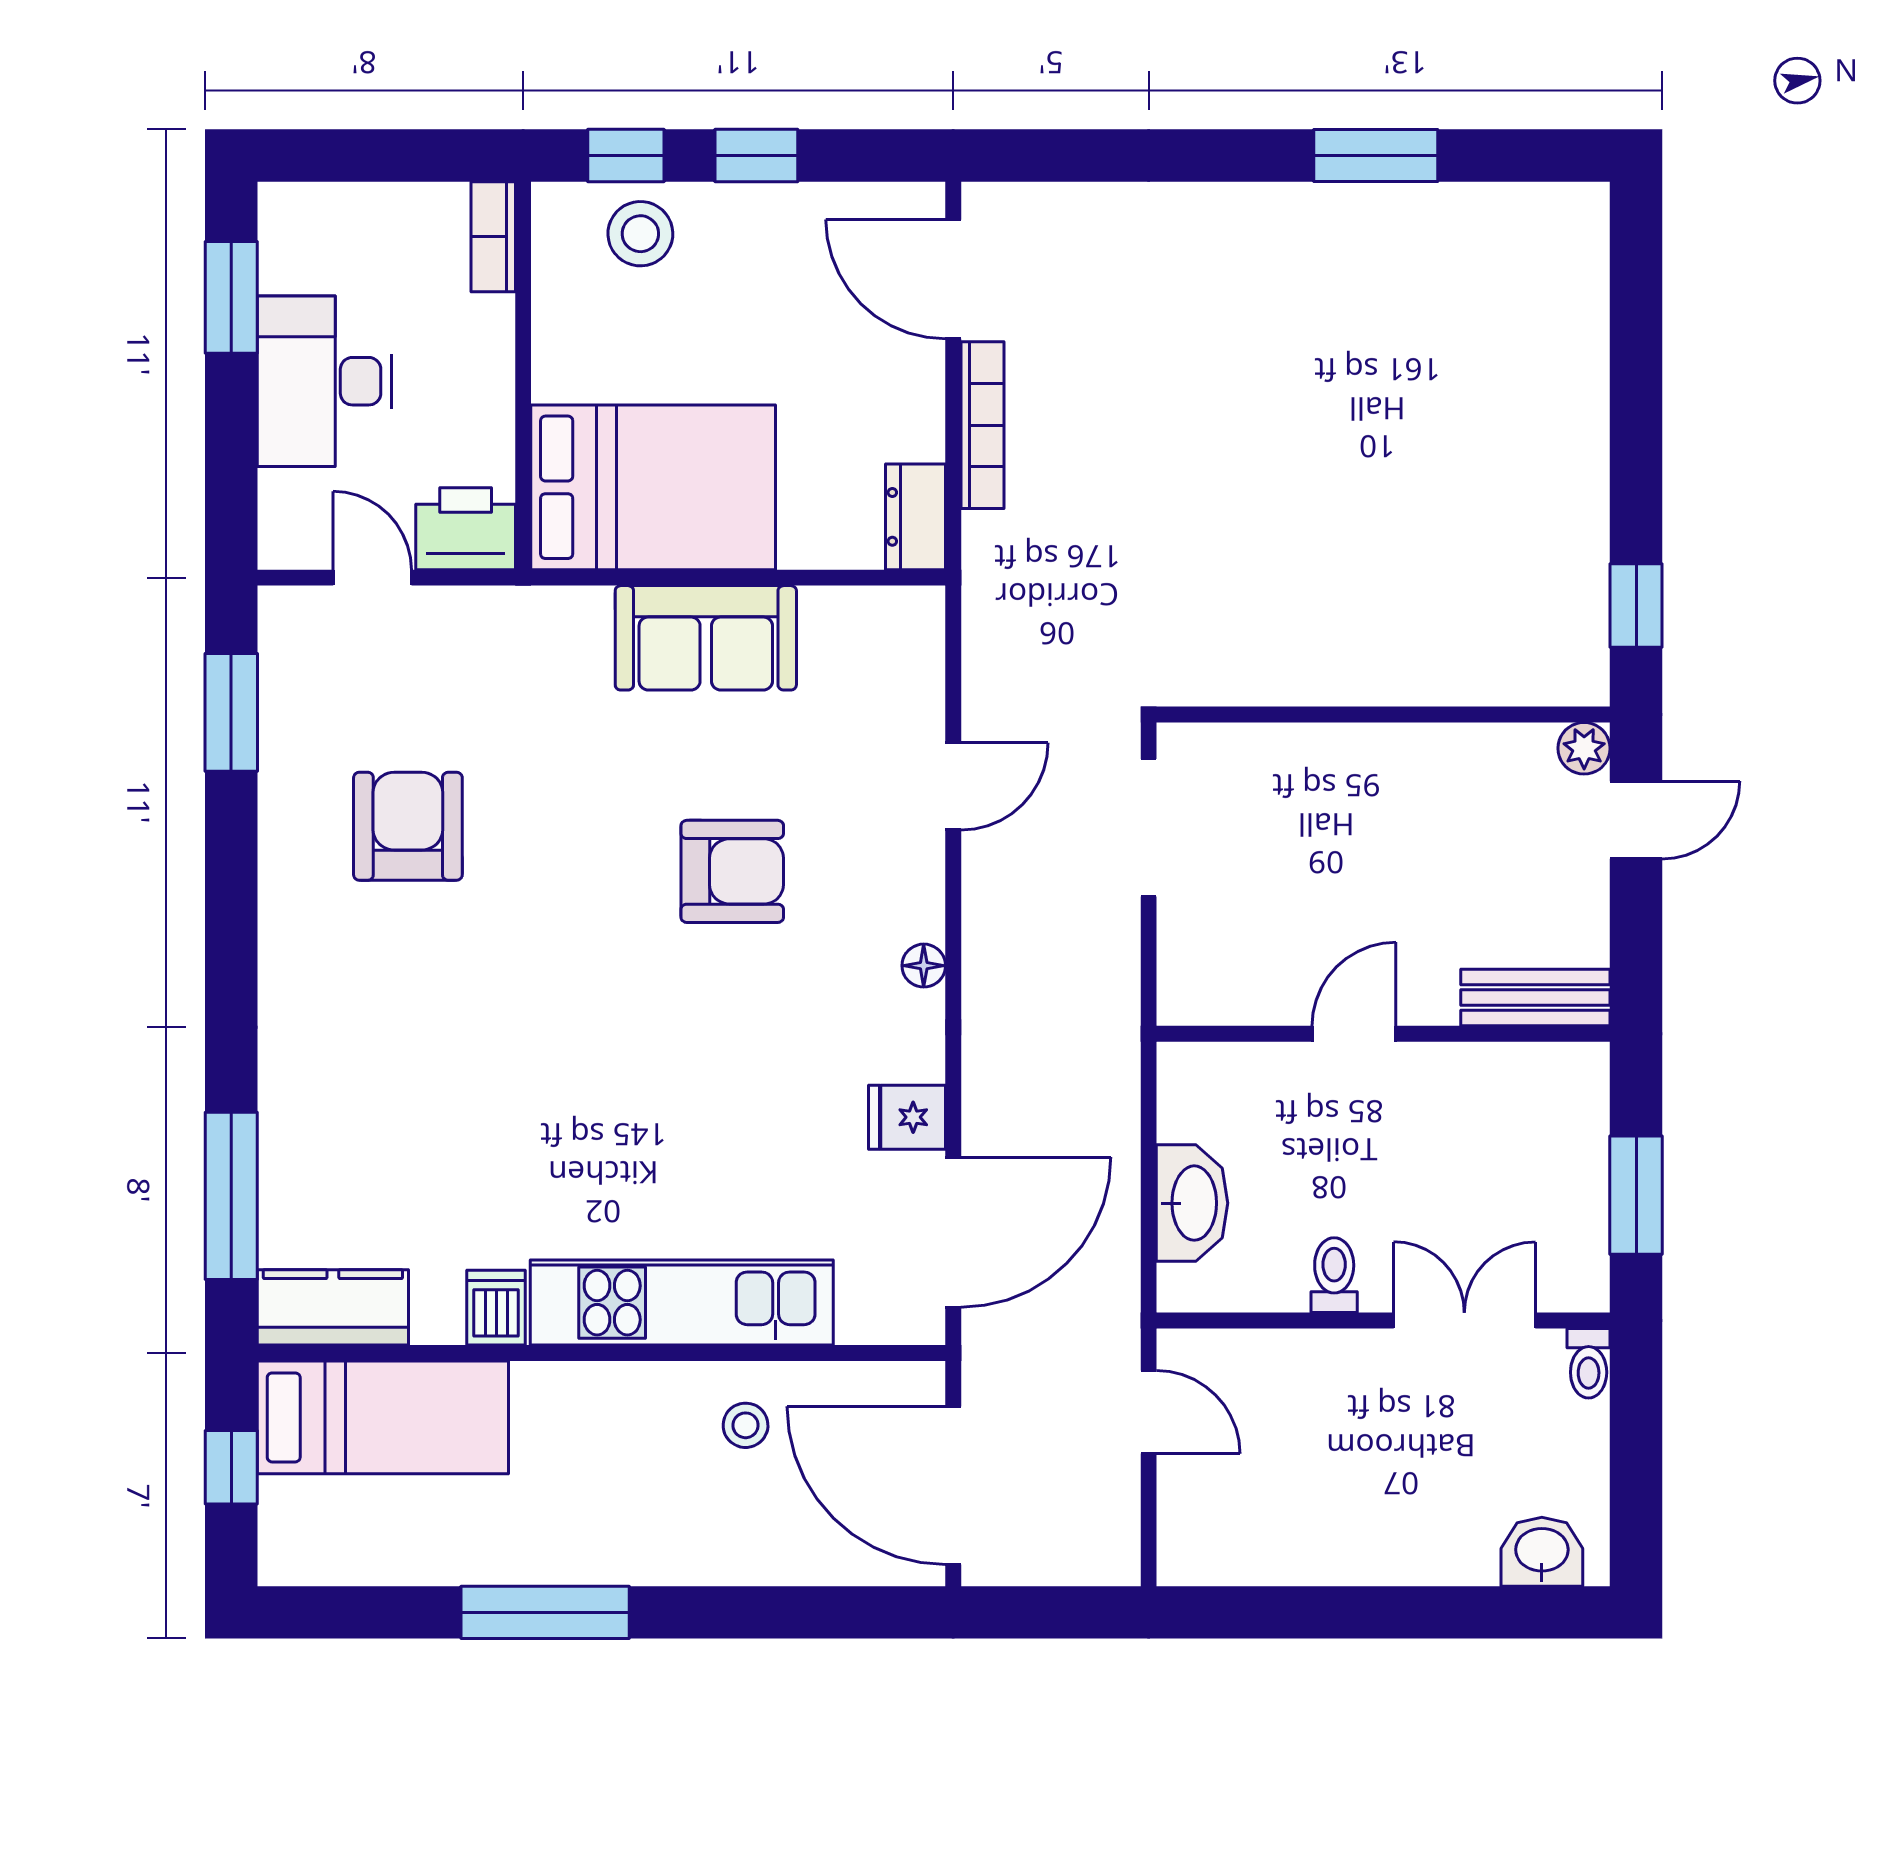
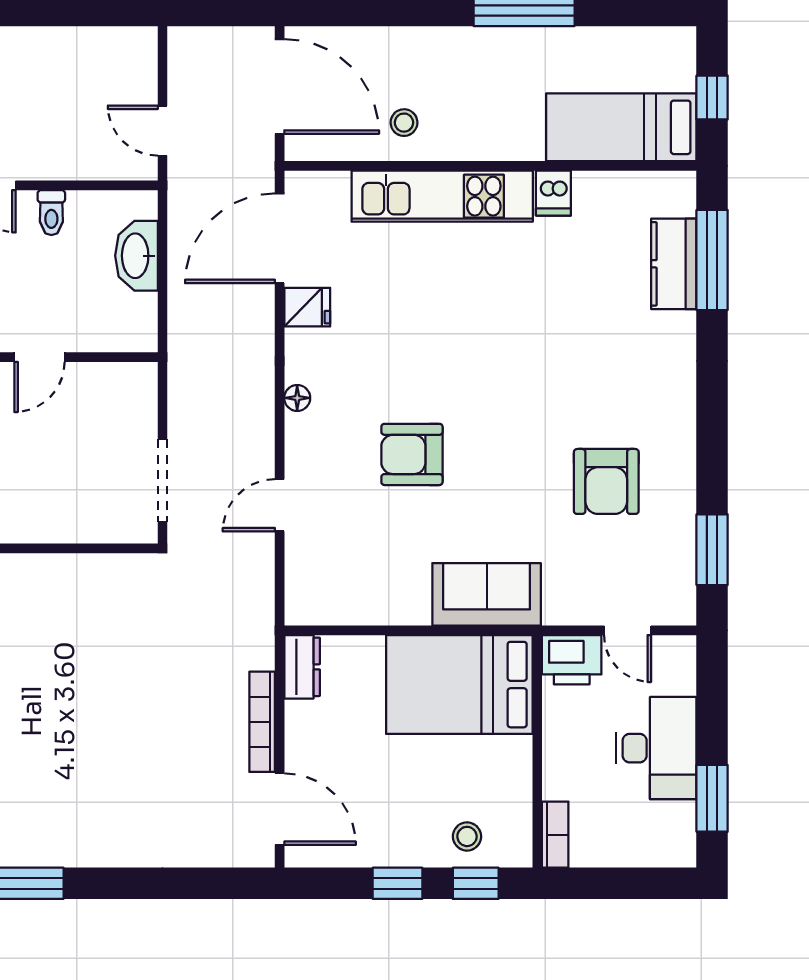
stool: (640, 234) -> (467, 836), width x0.73, depth x0.73
sofa: (706, 638) -> (487, 594), moved
kitchen counter: (333, 1307) -> (674, 264), moved, turned 90

